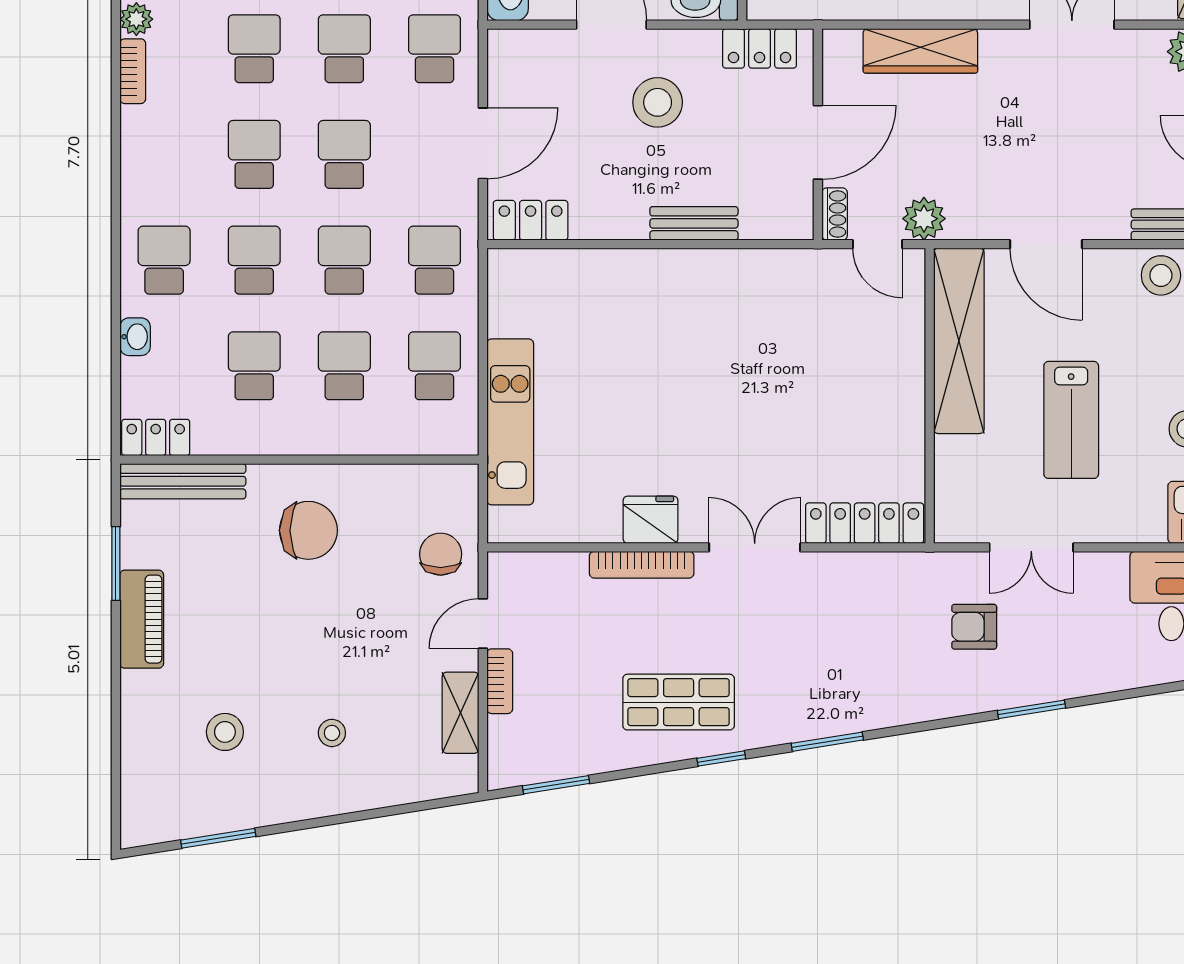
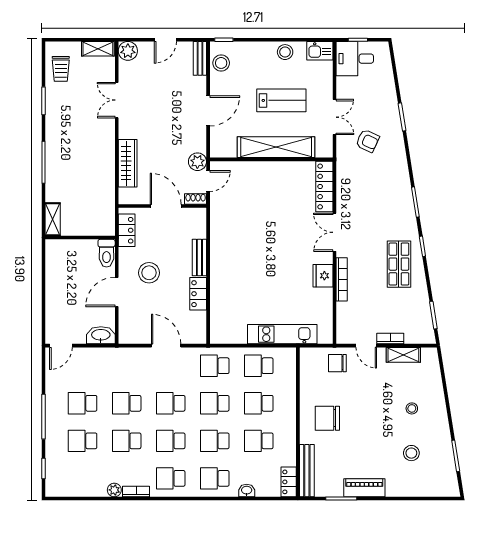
school desk: (434, 49) -> (171, 478), moved
locker: (531, 220) -> (198, 294), moved
shelving: (959, 341) -> (276, 147), moved
chair: (308, 530) -> (327, 418), turned -90
armchair: (974, 627) -> (368, 141), turned -65

